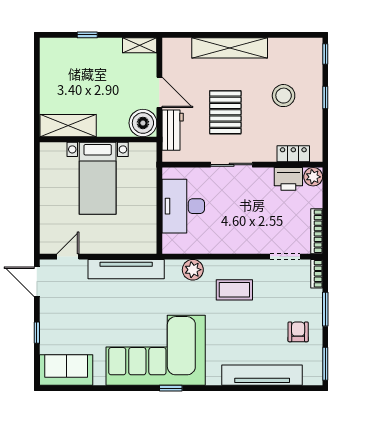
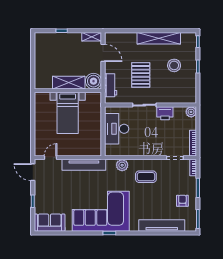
shelving: (230, 48) -> (159, 38), moved
door: (159, 92) -> (103, 53), moved
shelving: (68, 126) -> (69, 83), moved
locker: (293, 154) -> (180, 99), removed
printer: (288, 179) -> (165, 113), moved

